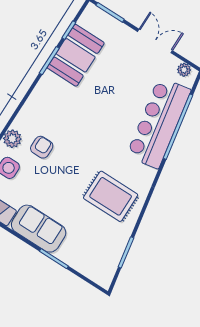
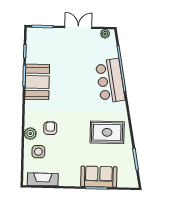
booth: (76, 55) -> (37, 82), moved
bar counter: (159, 123) -> (110, 81), width x0.73
sofa: (39, 229) -> (99, 177), moved

